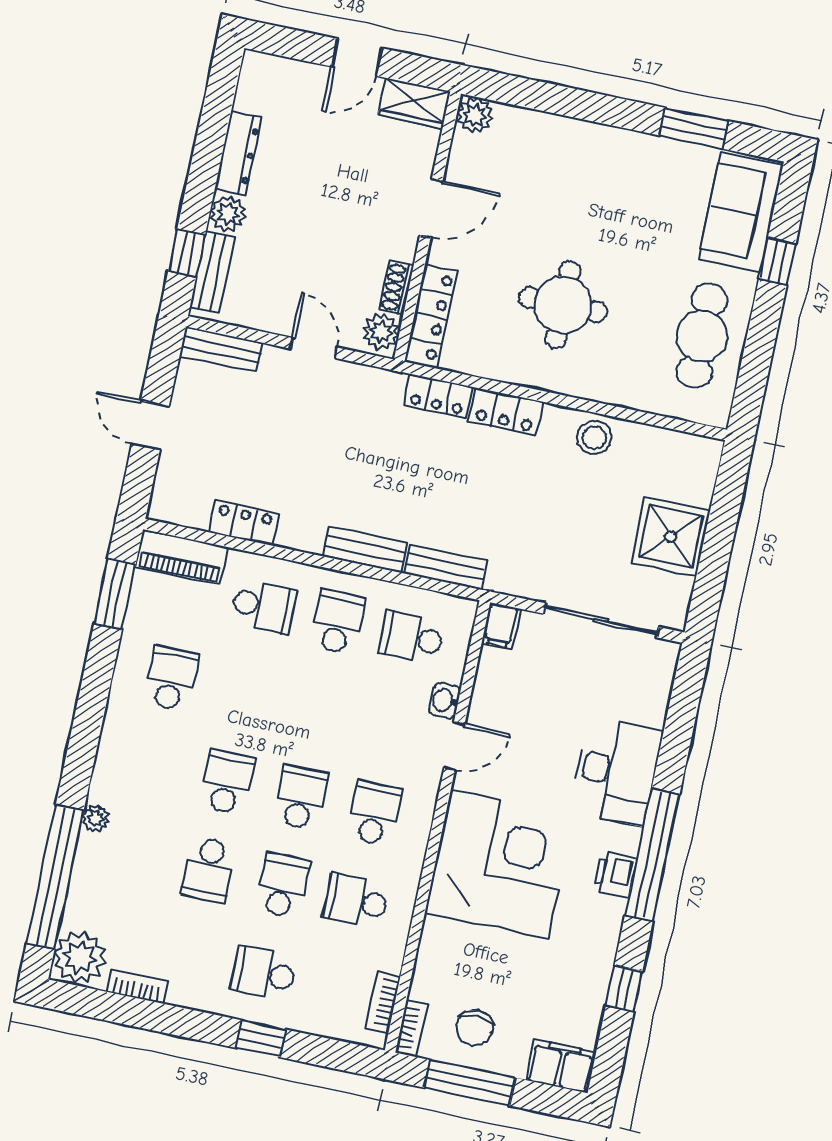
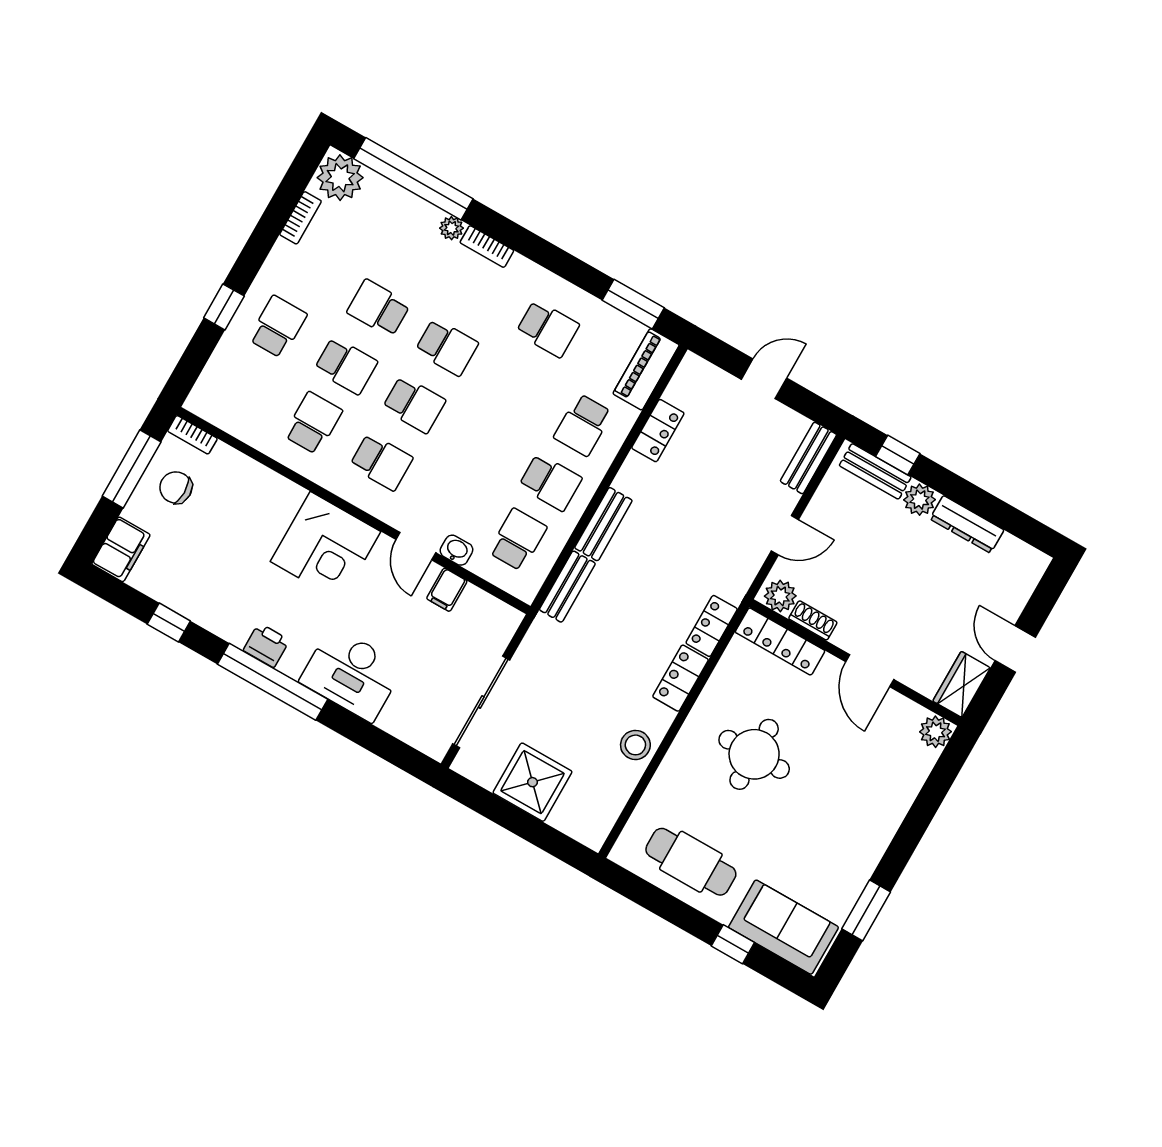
filing cabinet: (501, 626) -> (447, 590), moved, turned -90
corner desk: (499, 864) -> (325, 547), width x0.74, depth x0.74
bookcase: (383, 1002) -> (487, 247), moved, turned 180

